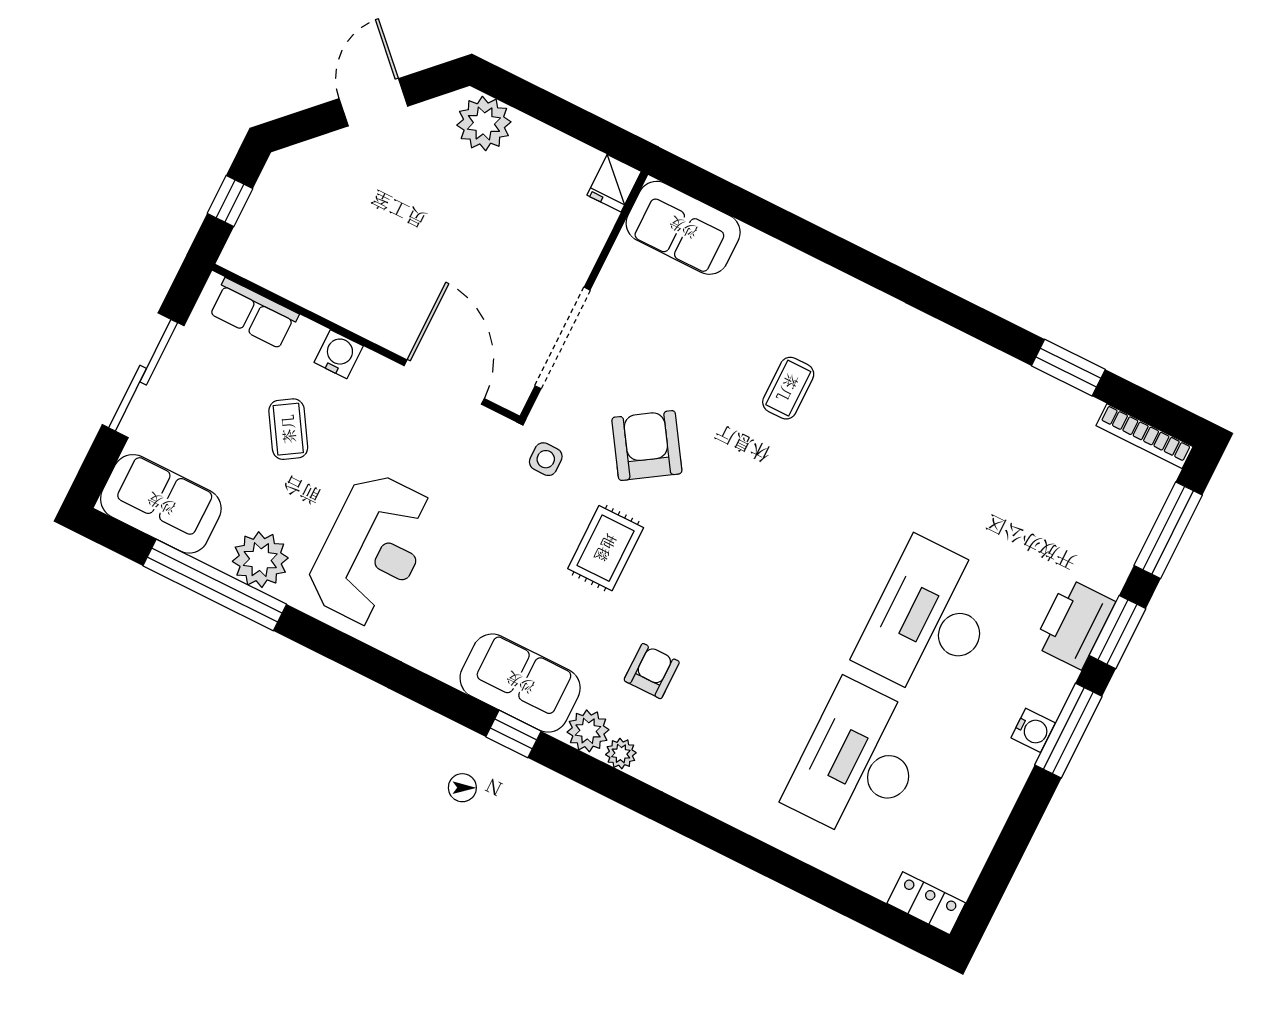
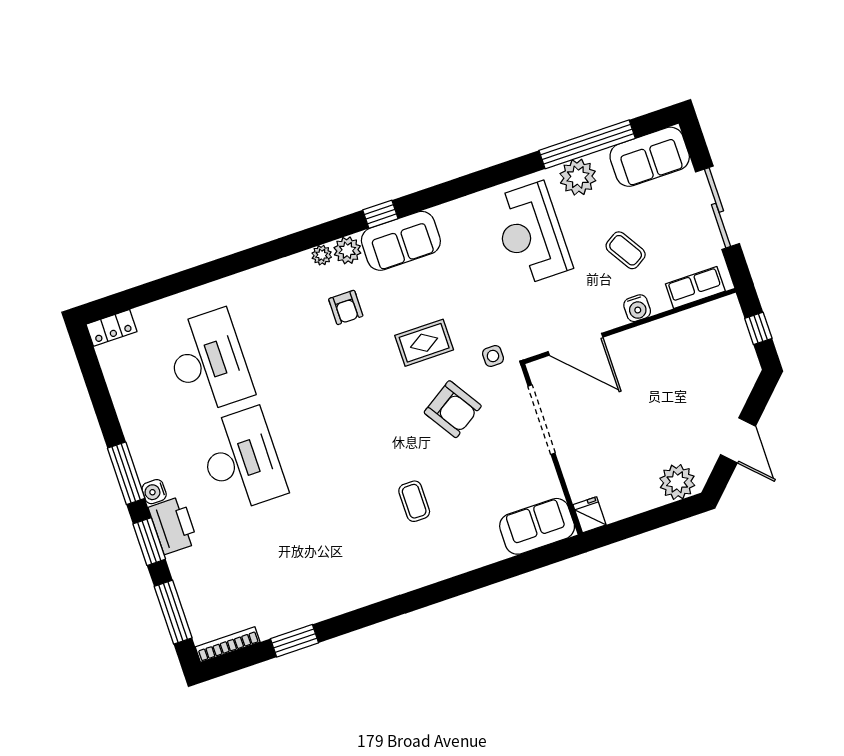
rug: (606, 548) -> (424, 343), turned 90
water cooler: (1033, 730) -> (154, 492), moved

